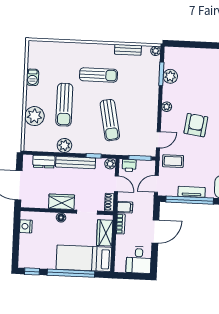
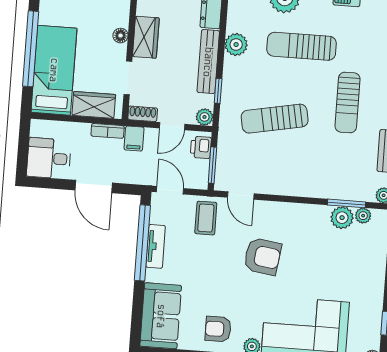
plant: (167, 107) -> (363, 216), moved

